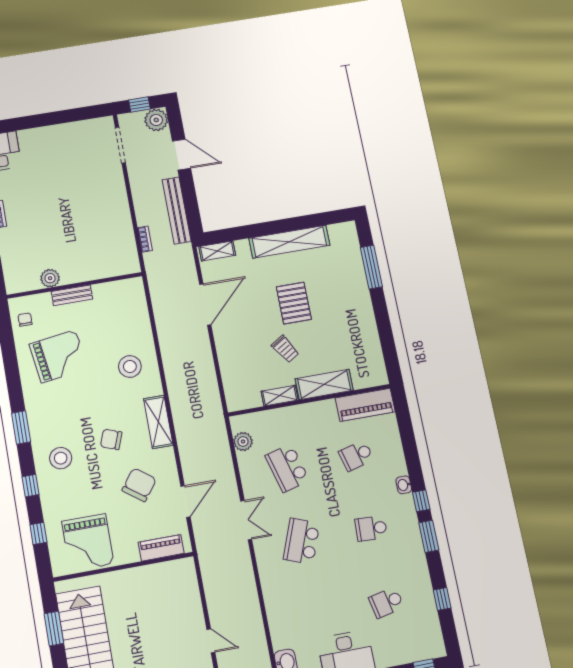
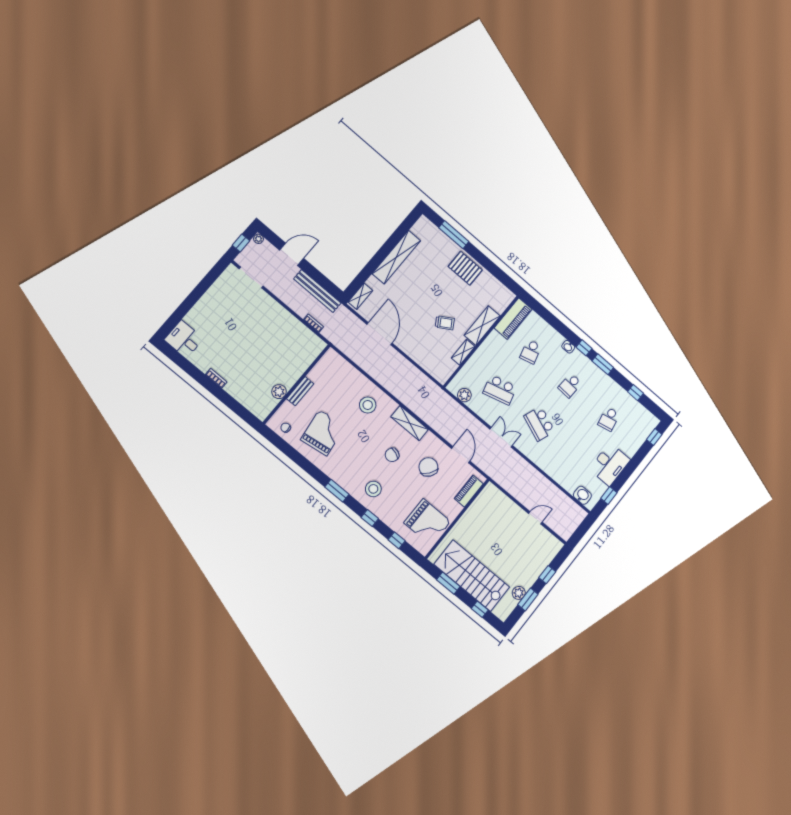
plant: (156, 120) -> (258, 239), width x0.53, depth x0.53
pallet: (294, 303) -> (465, 268), moved

